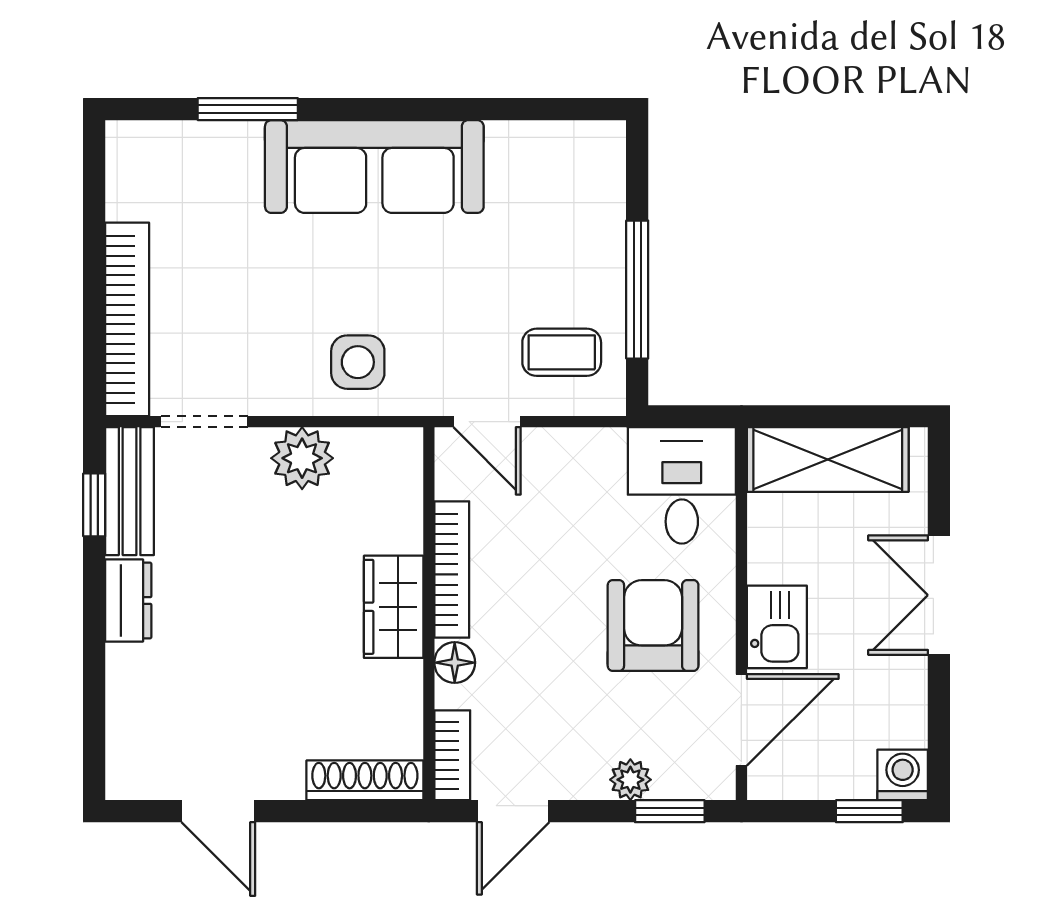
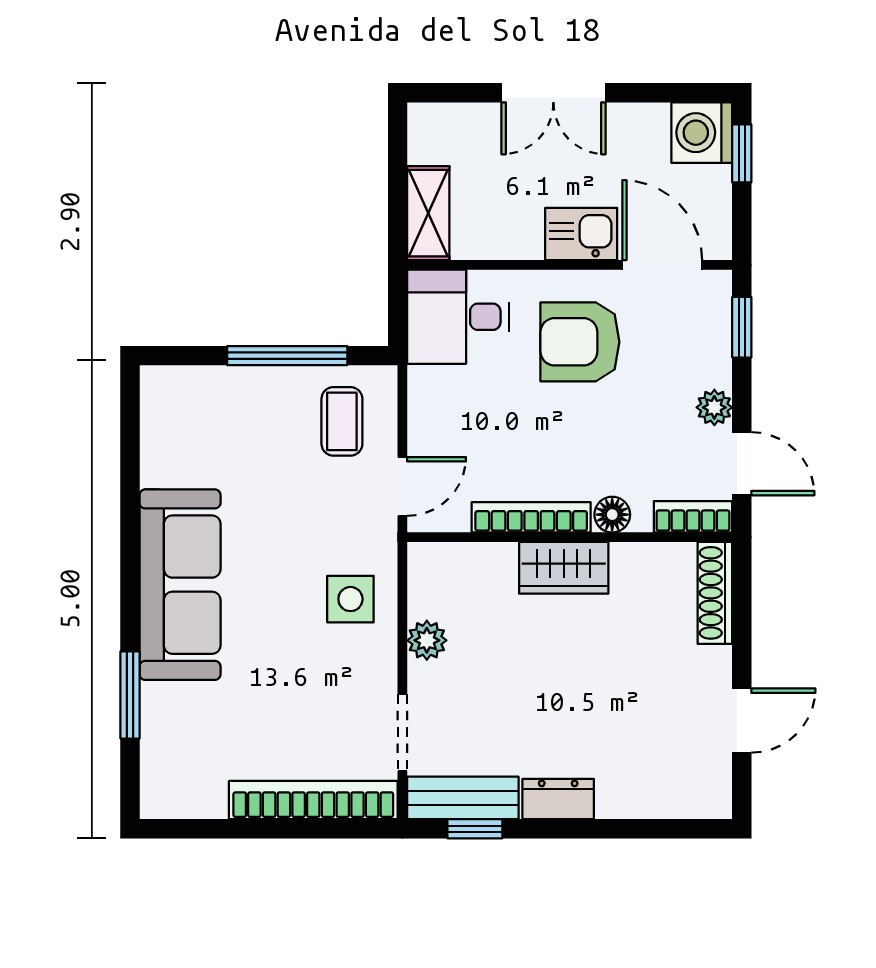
plant: (302, 458) -> (427, 640), width x0.73, depth x0.73
shelving: (828, 460) -> (428, 213), width x0.67, depth x0.75
washing machine: (903, 775) -> (702, 133), width x1.38, depth x1.38
plant: (630, 780) -> (714, 407), moved

